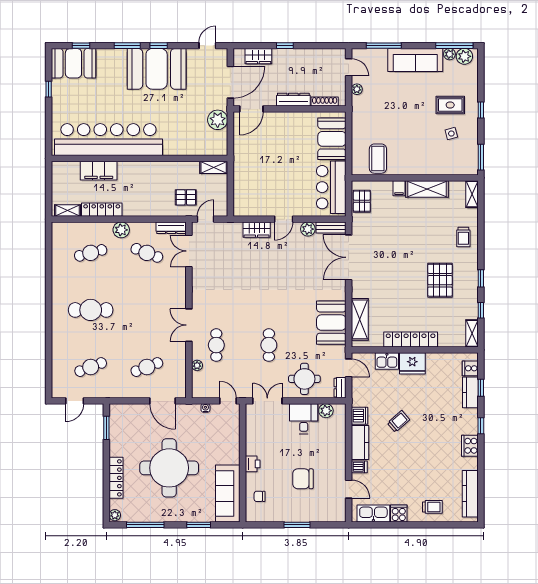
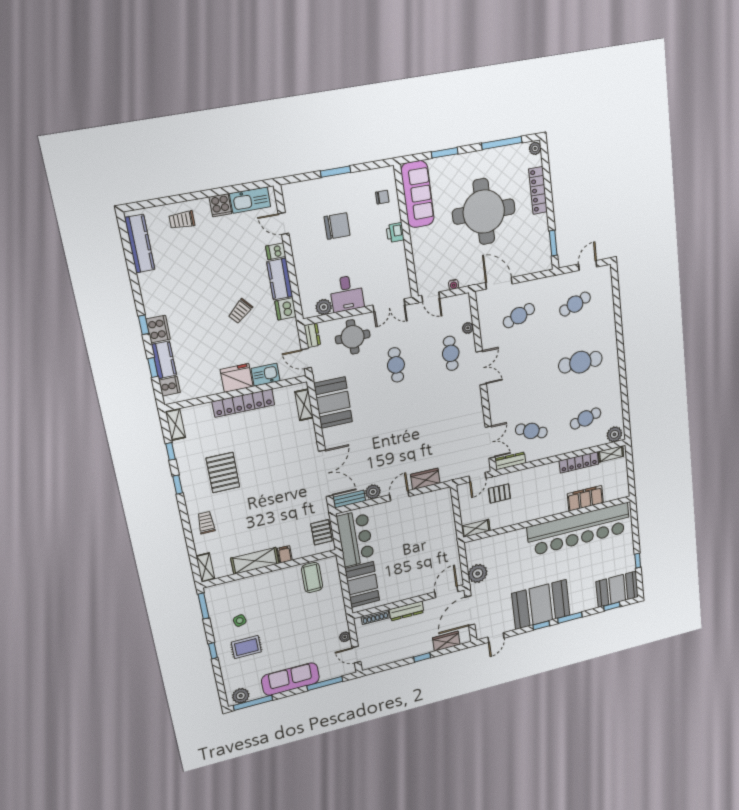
plant: (449, 54) -> (257, 694), removed
plant: (121, 230) -> (614, 434), moved
shelving: (360, 319) -> (304, 405), width x0.67, depth x0.75
cooker: (470, 446) -> (158, 329), moved

